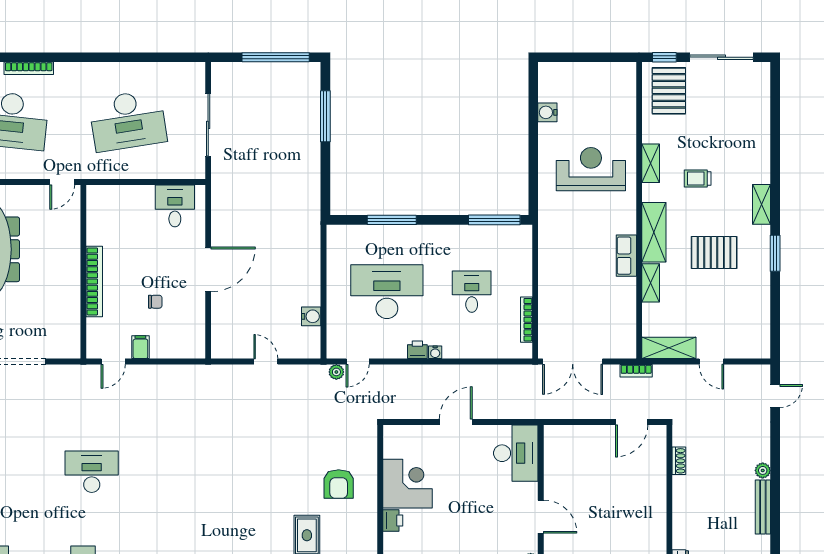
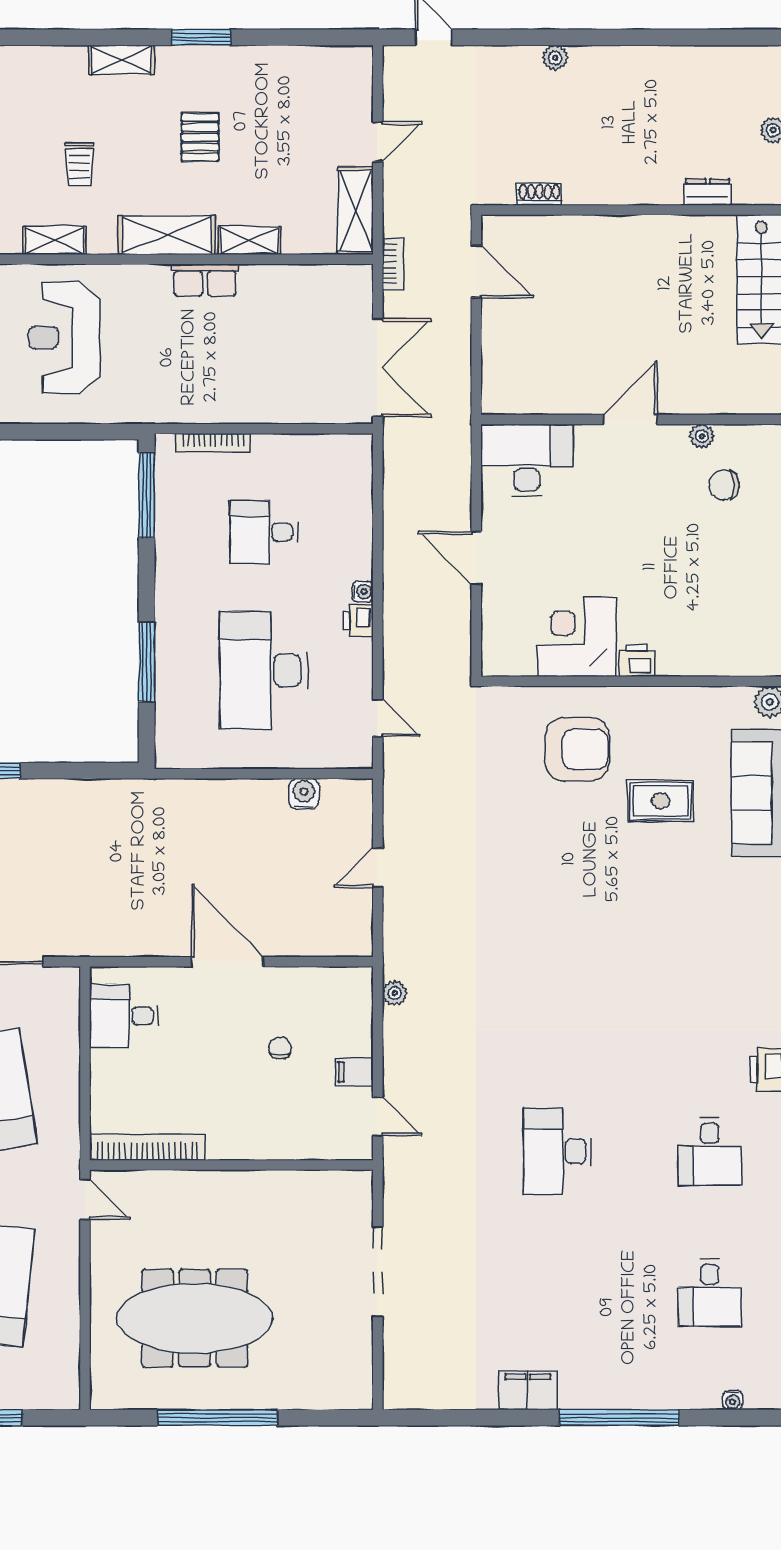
pallet: (714, 253) -> (200, 137), width x0.67, depth x0.71
bookcase: (94, 281) -> (147, 1147), moved
bookcase: (526, 320) -> (213, 443), moved
plant: (336, 372) -> (395, 993), moved
armchair: (339, 484) -> (577, 749), width x1.36, depth x1.36
bench: (763, 507) -> (615, 58), removed

